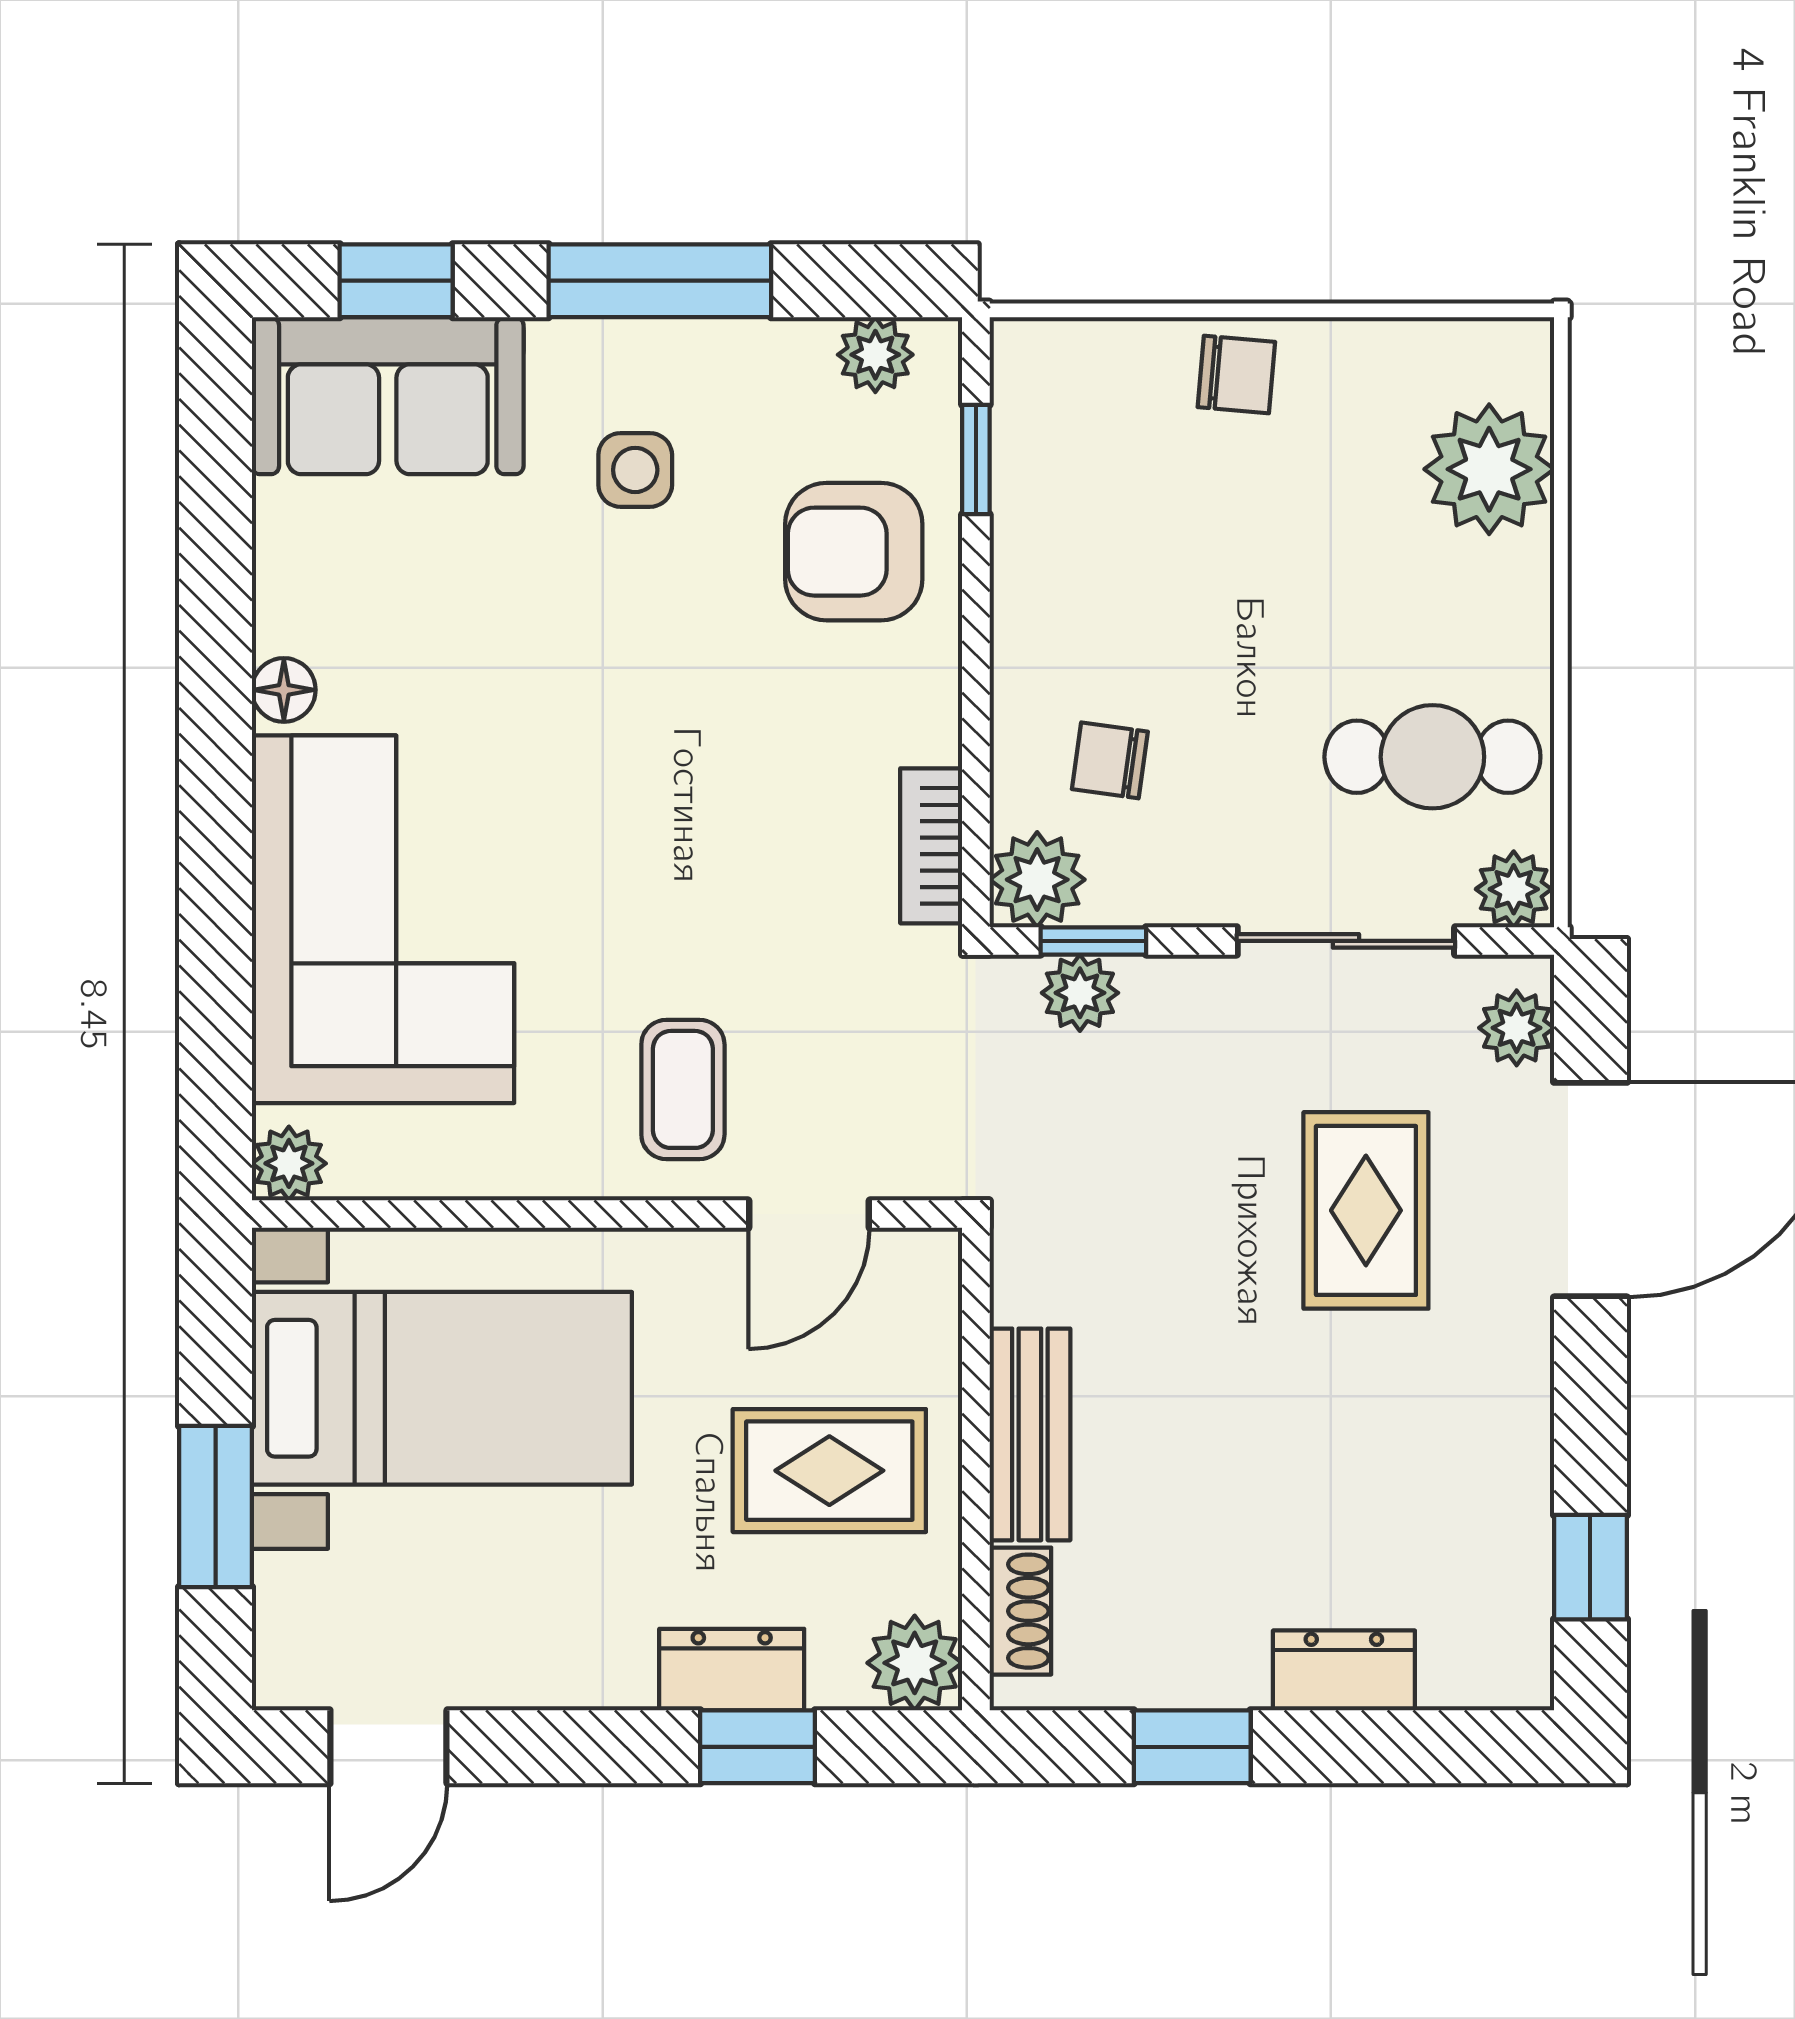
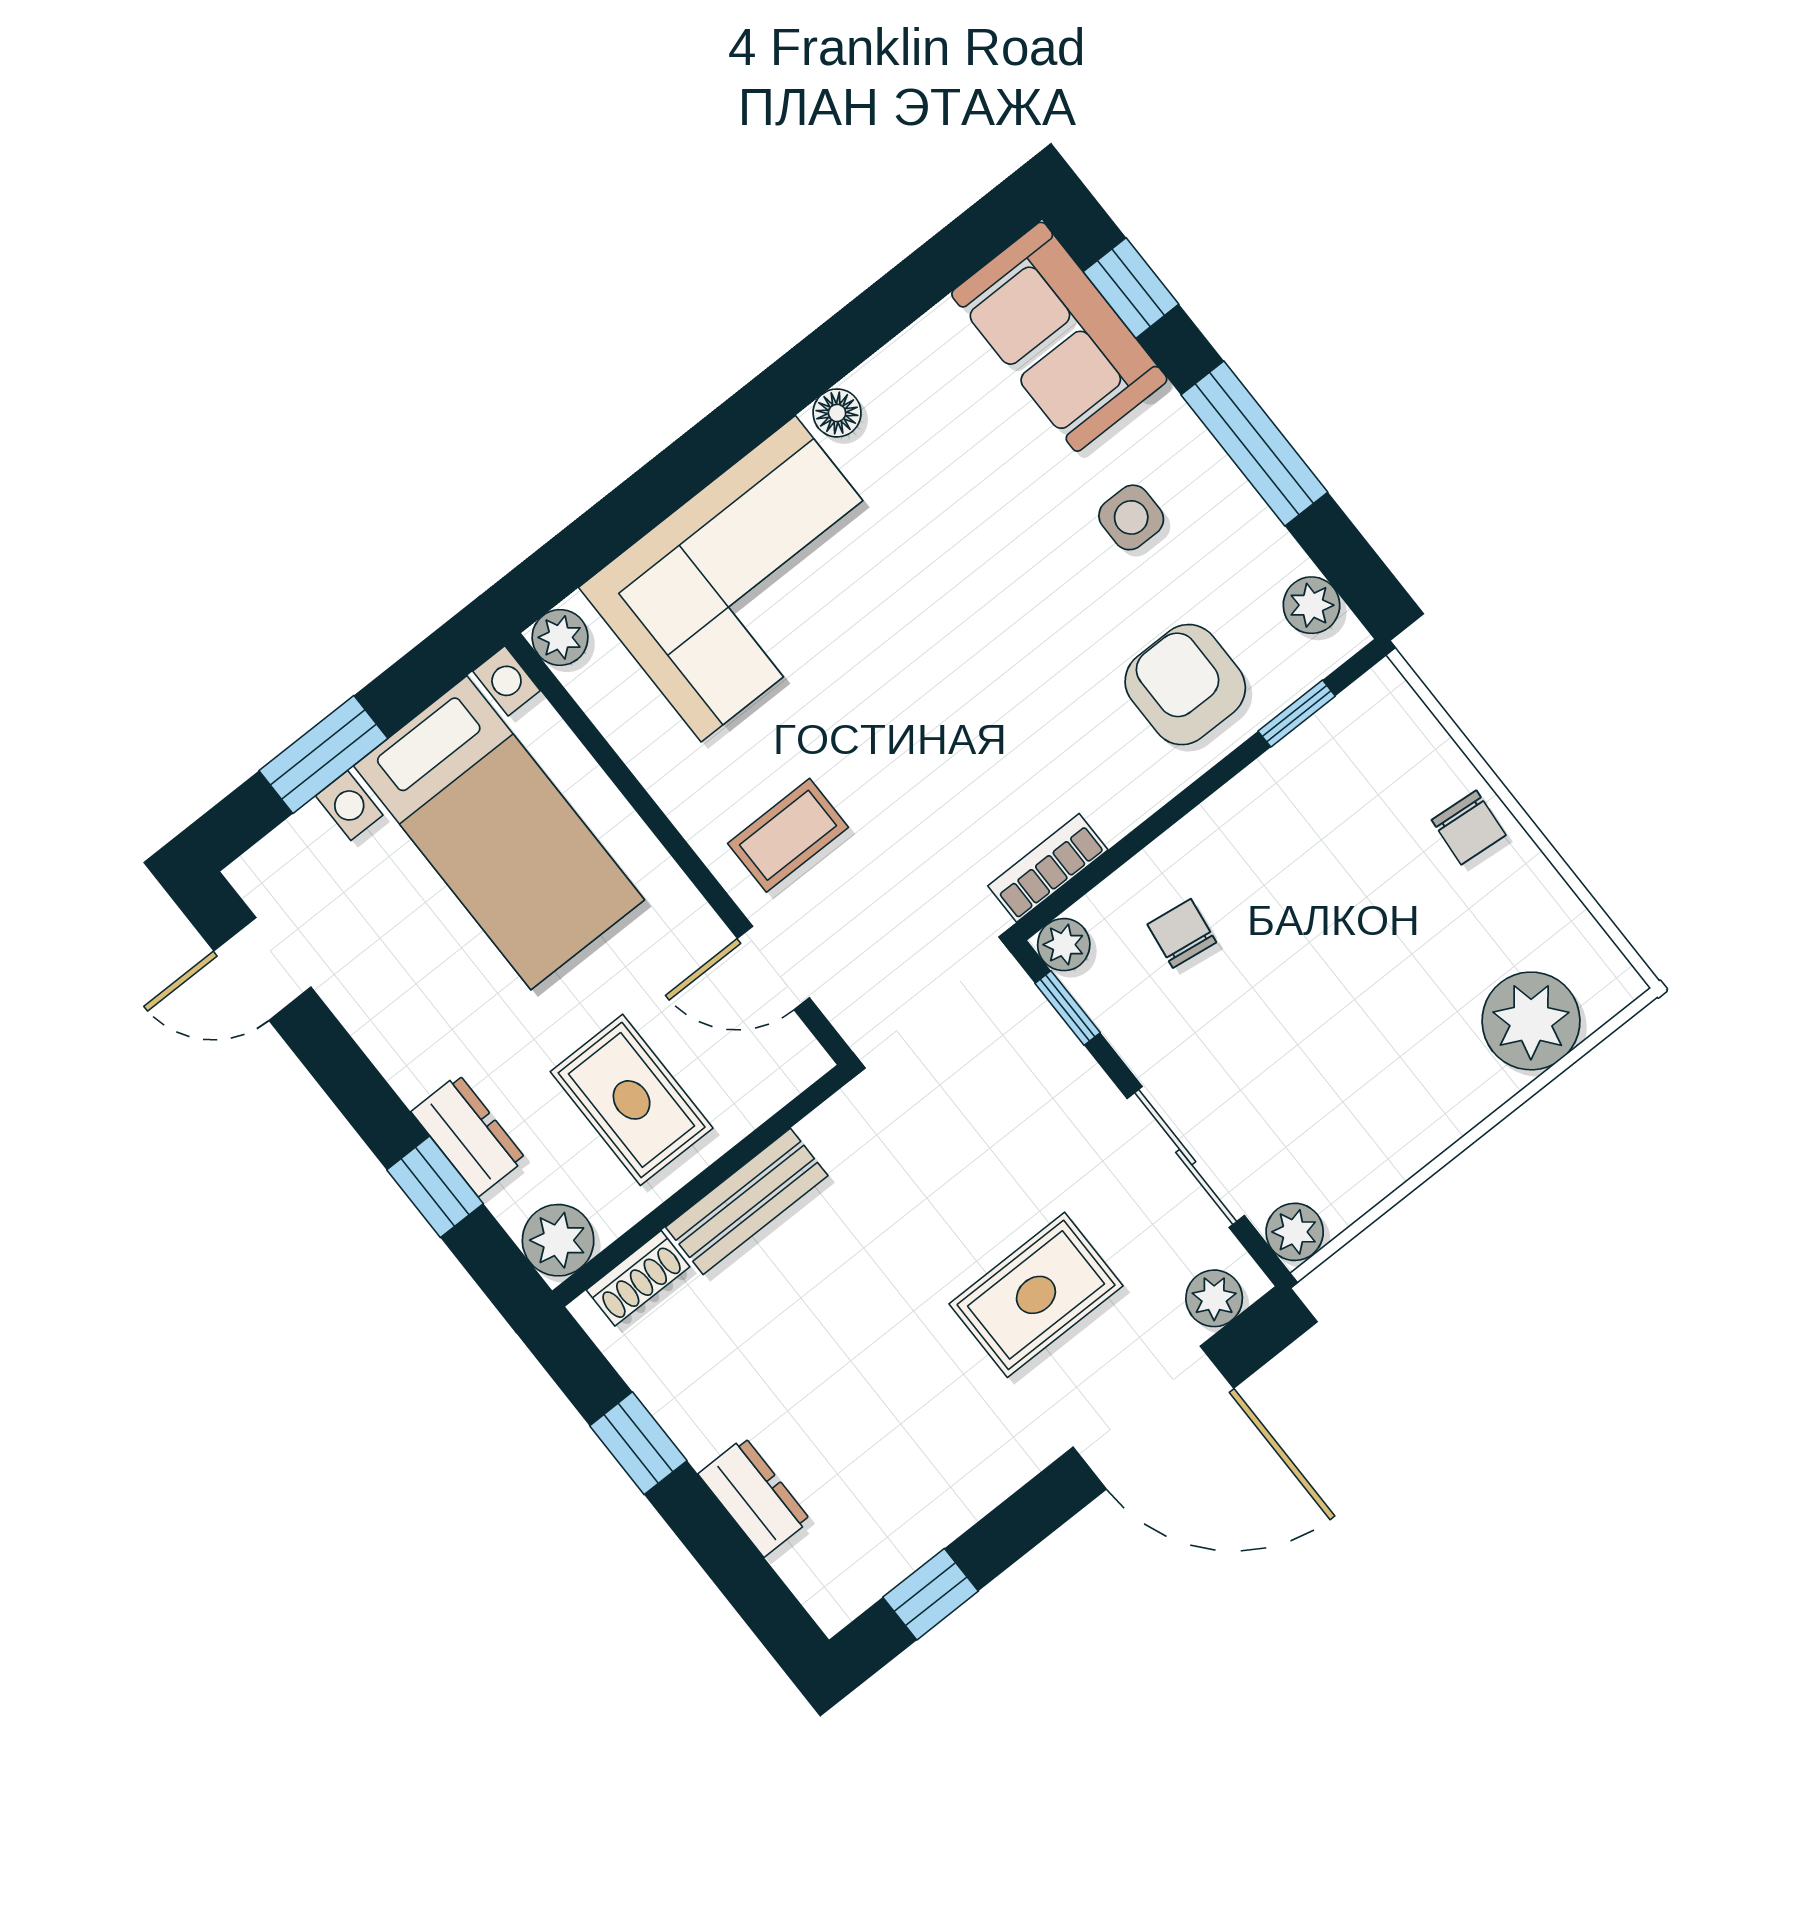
cafe table: (1432, 757) -> (1335, 1122), removed
plant: (1037, 880) -> (1064, 945), width x0.73, depth x0.73
plant: (1080, 993) -> (1031, 1024), removed

